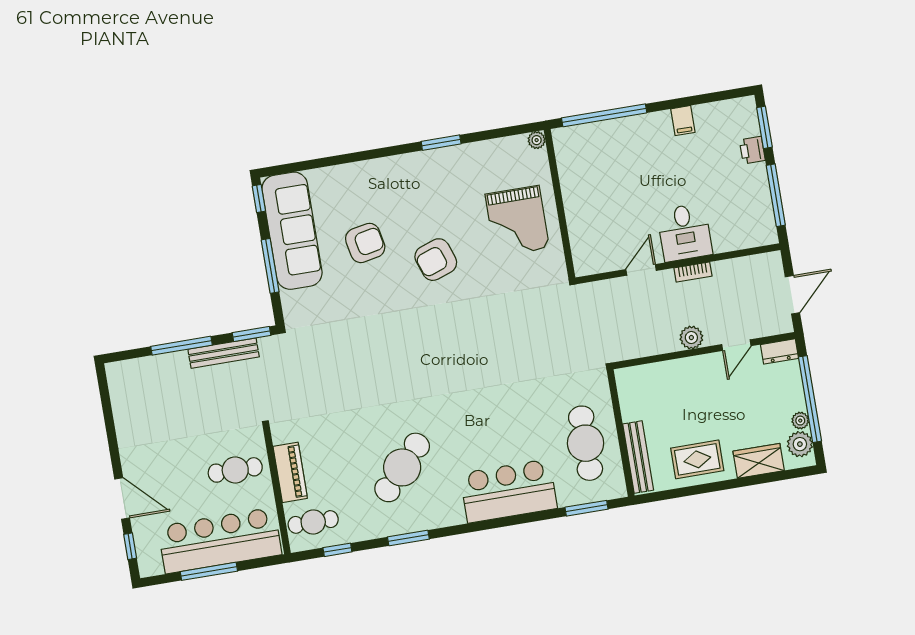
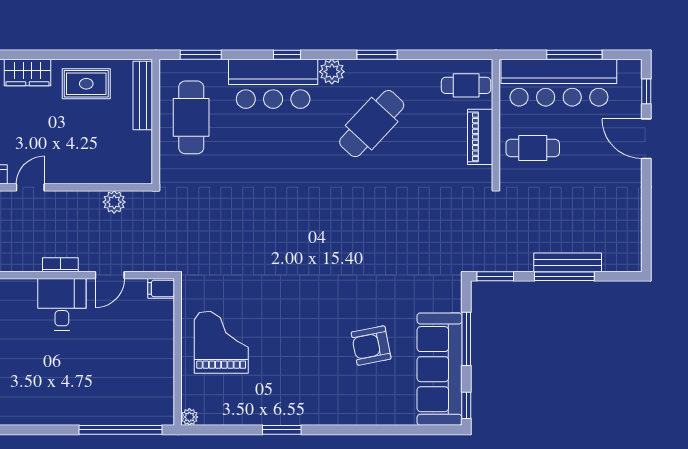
filing cabinet: (683, 121) -> (161, 288), moved, turned -90
armchair: (436, 260) -> (306, 318), removed
plant: (691, 338) -> (114, 202), moved
bench: (224, 353) -> (568, 262), moved
plant: (451, 513) -> (332, 72), added
window: (337, 550) -> (287, 55), moved

